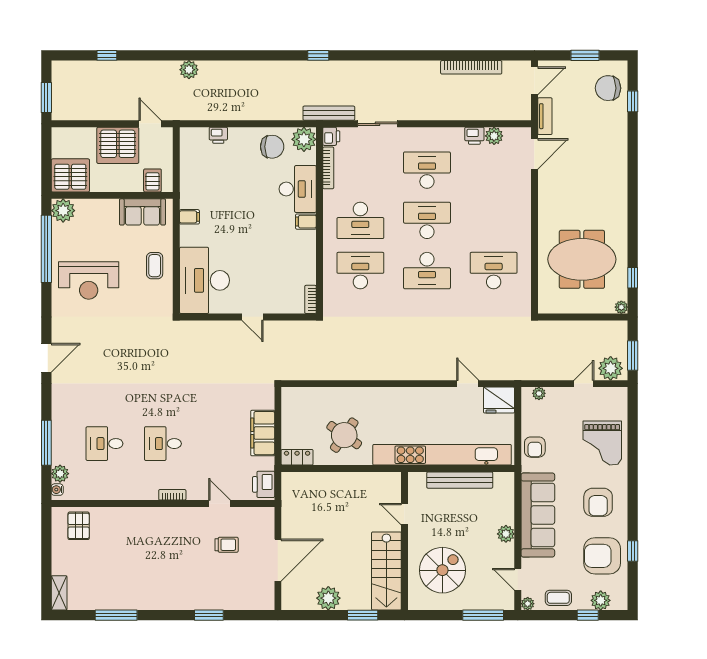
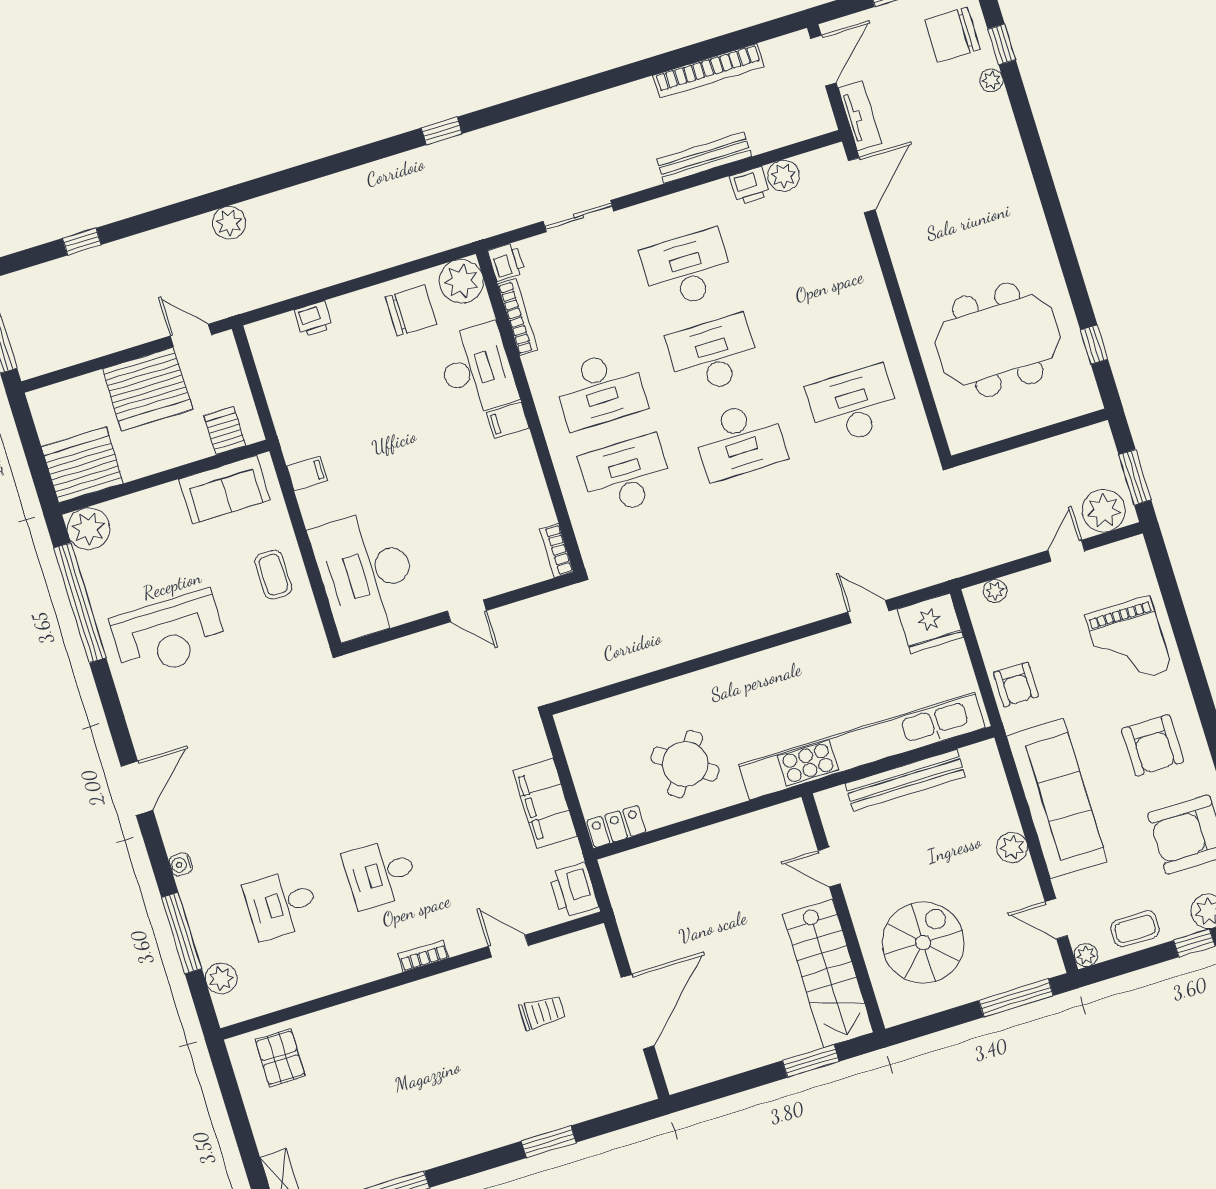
bench: (329, 113) -> (704, 158), moved
plant: (621, 307) -> (991, 80), moved
water cooler: (57, 490) -> (181, 864), moved
plant: (328, 598) -> (743, 1050), removed

